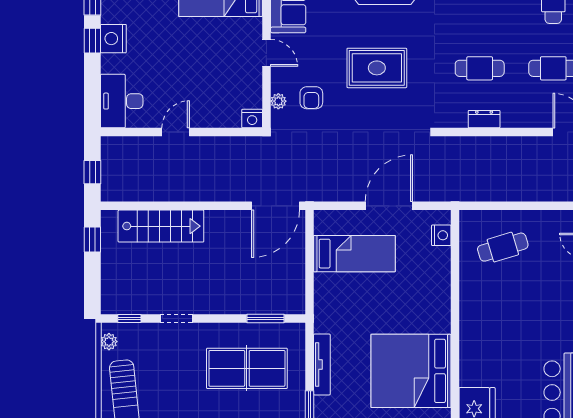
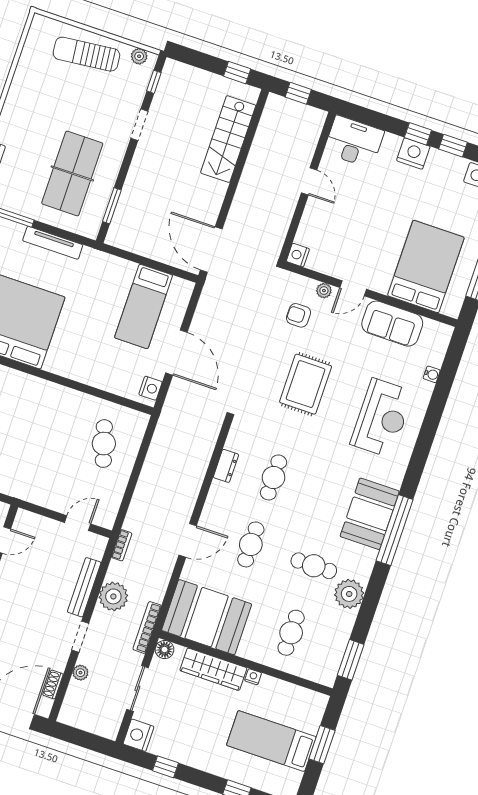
plant: (278, 101) -> (324, 291), moved
nightstand: (441, 235) -> (150, 388), moved, turned -90

